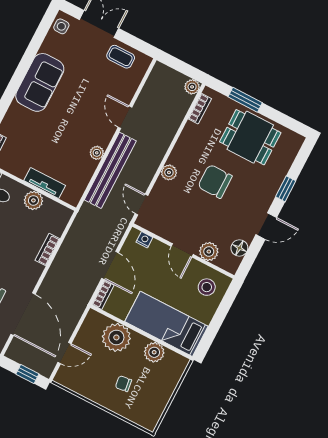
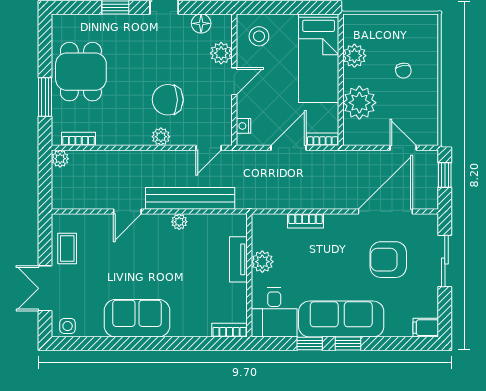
chair: (215, 181) -> (168, 100), moved, turned 90

